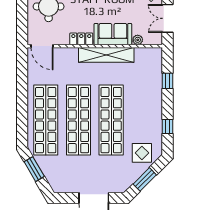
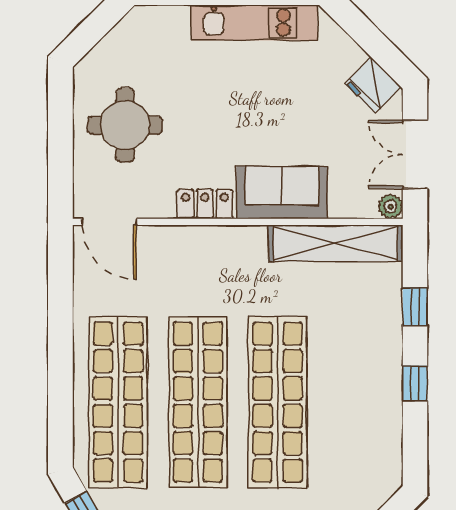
plant: (138, 40) -> (390, 206), moved
shelving: (106, 55) -> (335, 243), moved
window: (167, 127) -> (415, 383), moved
display table: (142, 153) -> (353, 482), removed

